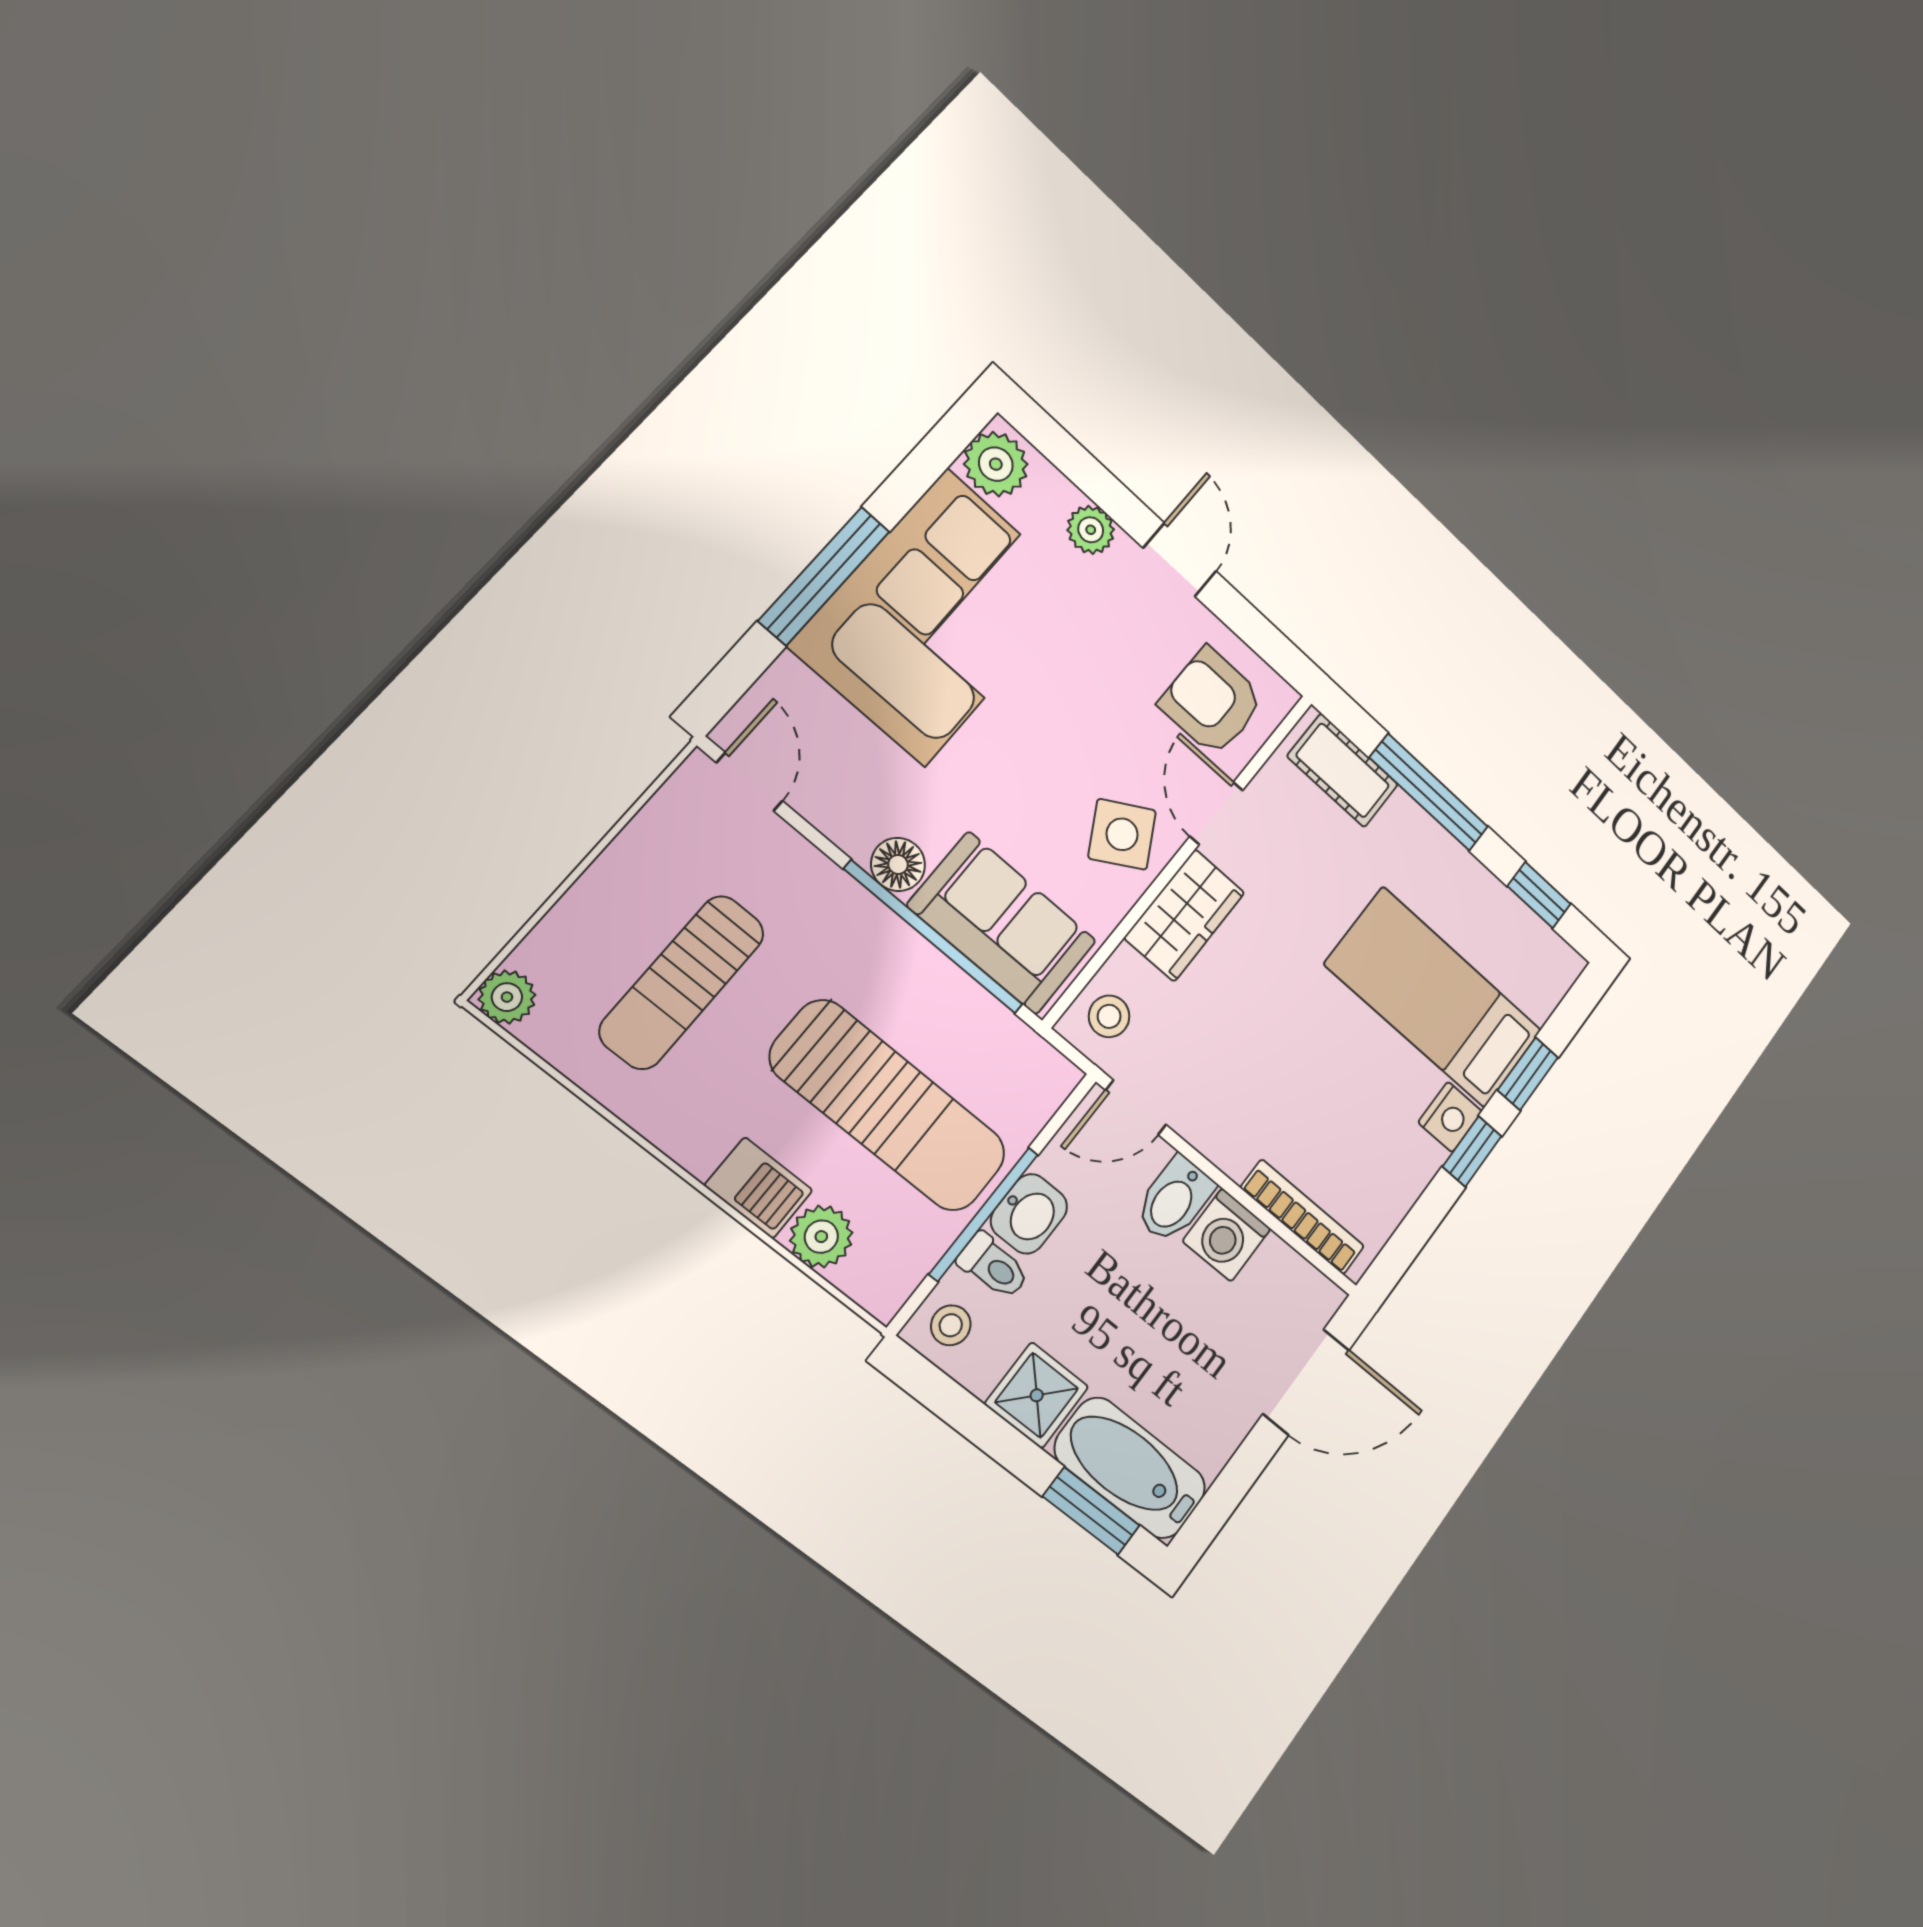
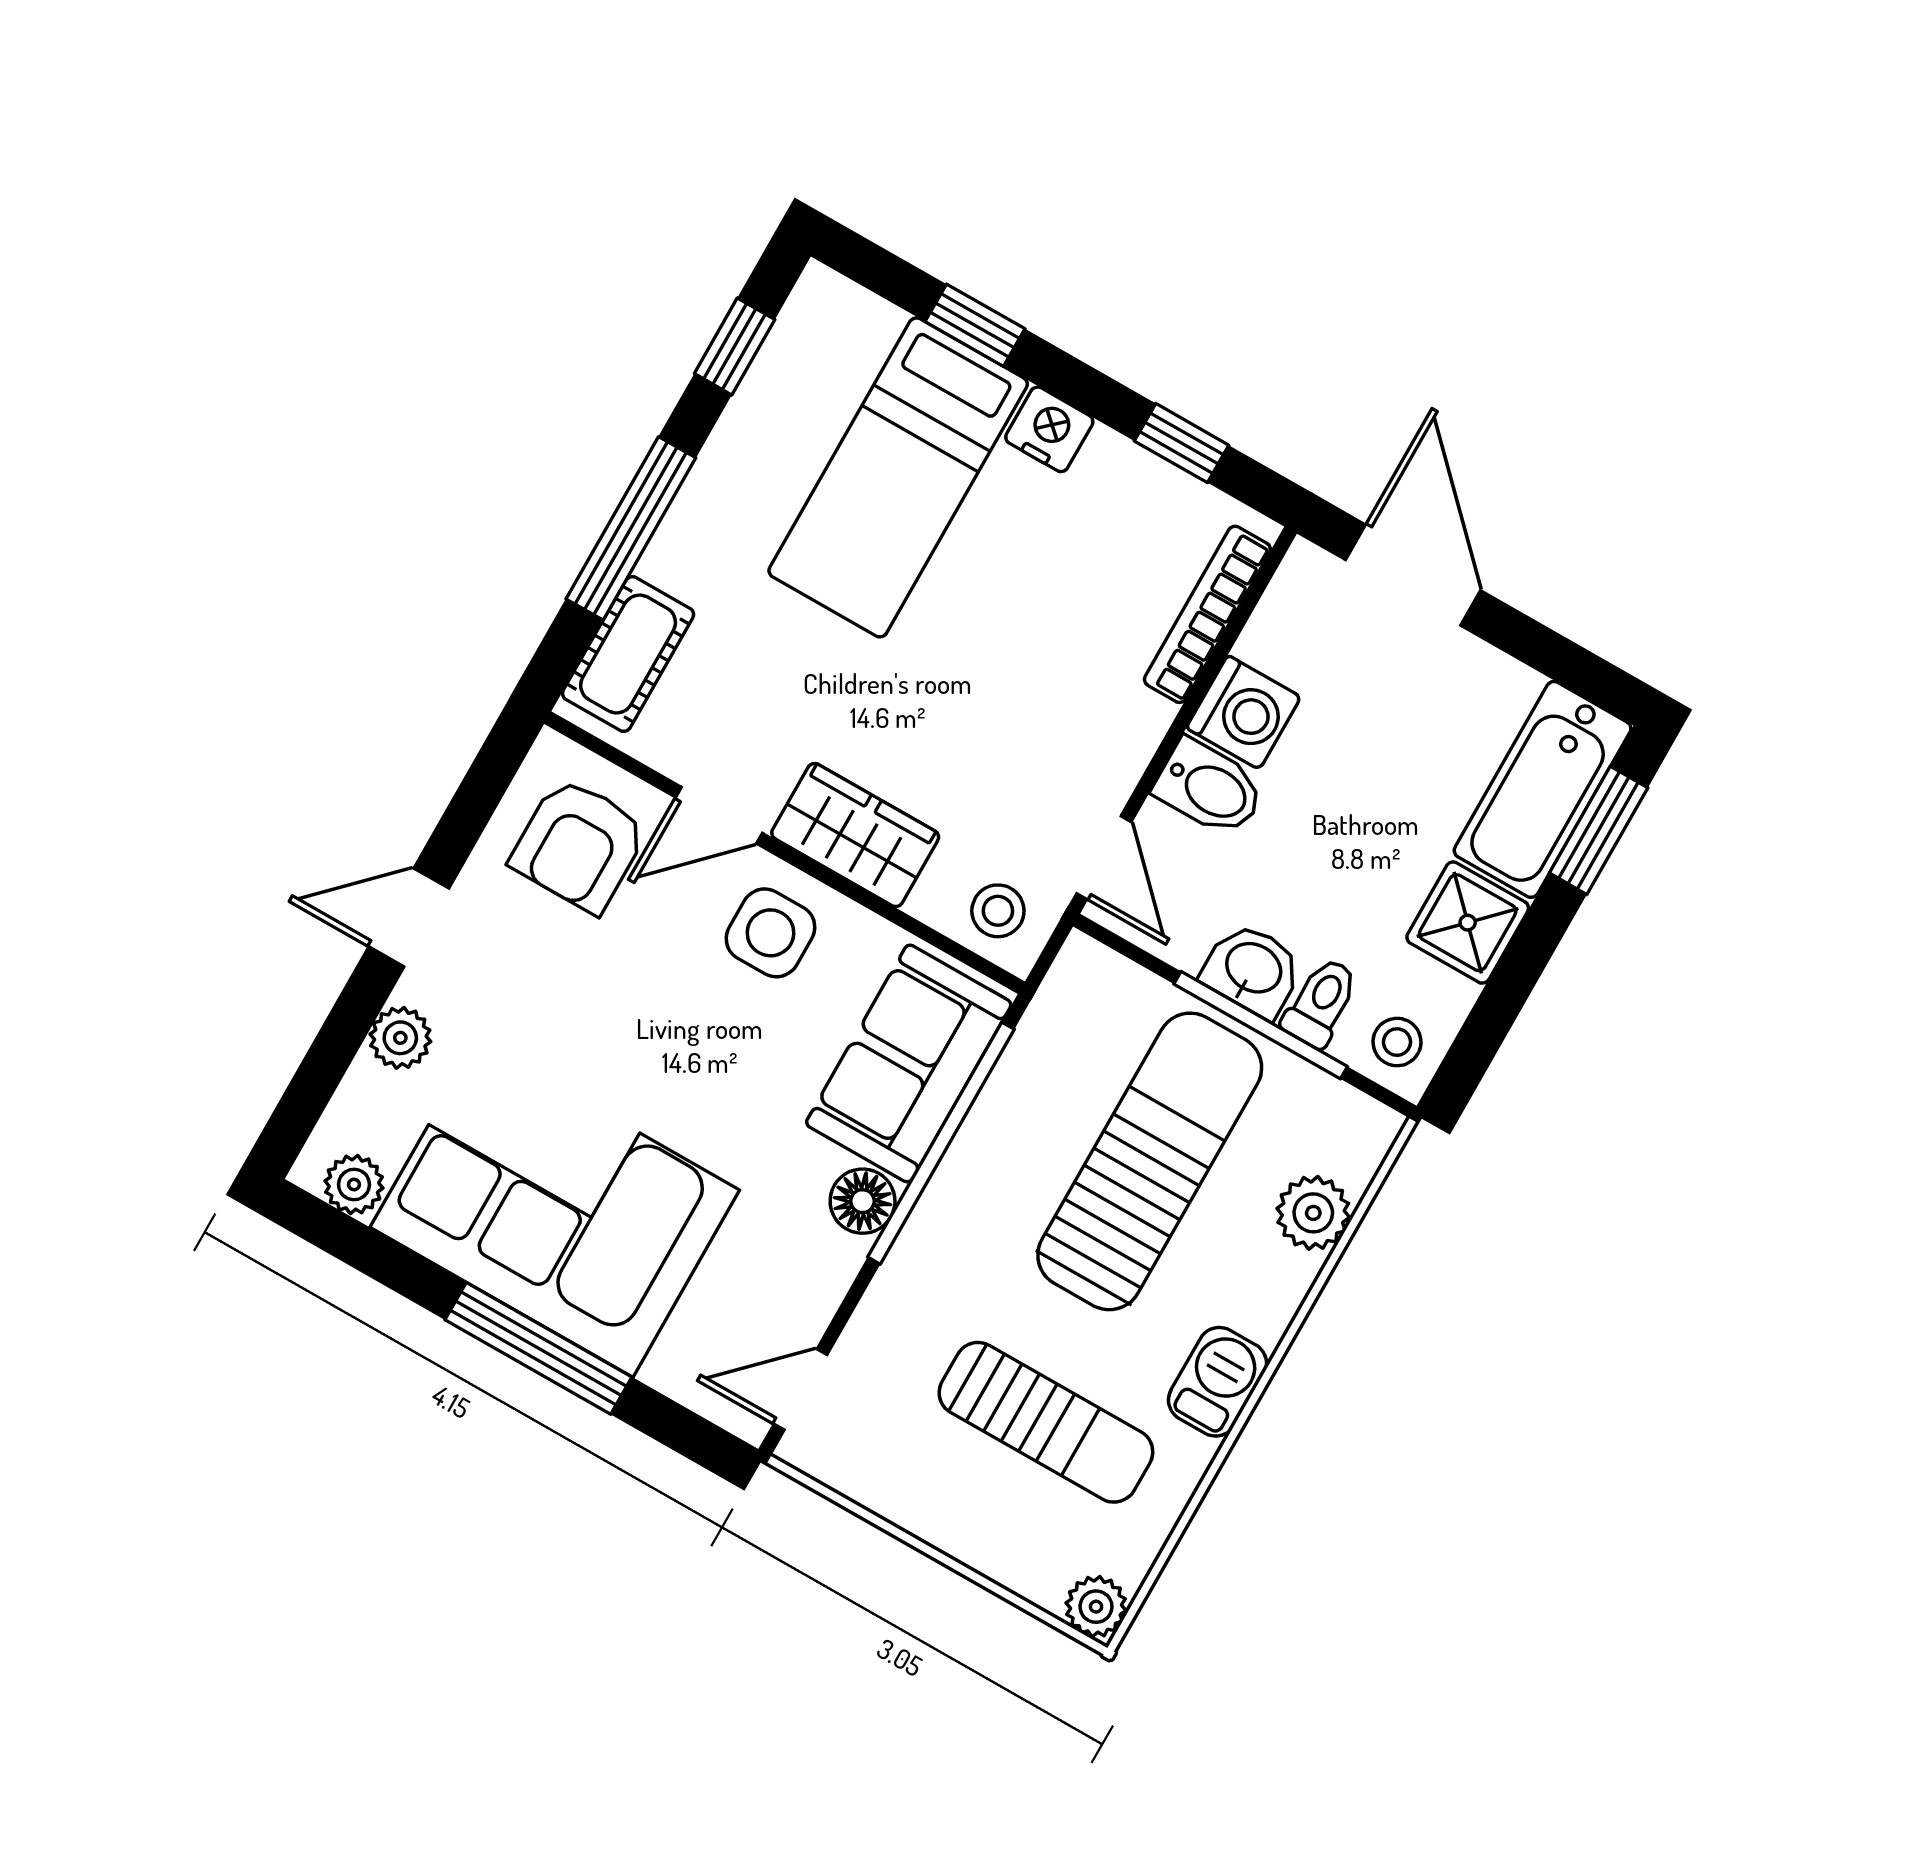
plant: (996, 464) -> (354, 1185), width x0.73, depth x0.73
side table: (1122, 834) -> (770, 933), turned 30
window: (1472, 1151) -> (1182, 443), moved
barbecue: (759, 1188) -> (1218, 1382), moved

